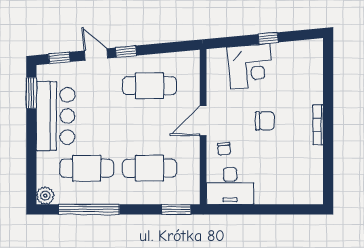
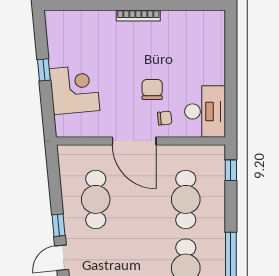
door: (203, 121) -> (134, 141), width x1.36
chair: (265, 121) -> (152, 90), moved
window: (176, 209) -> (231, 170), width x0.67

